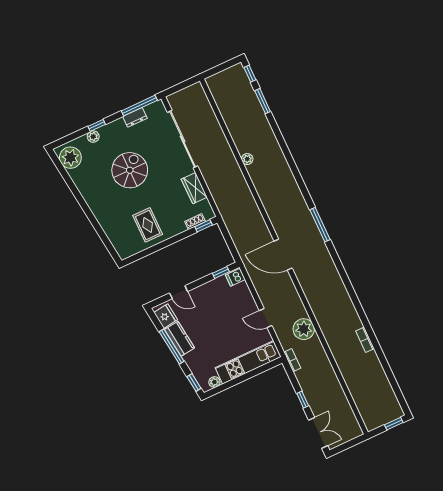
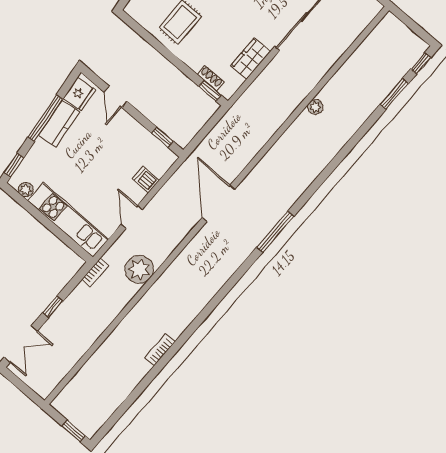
dishwasher: (235, 277) -> (146, 180), moved

